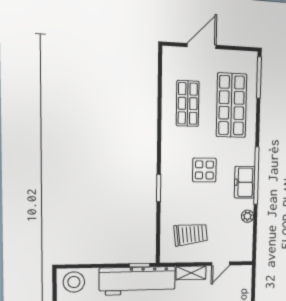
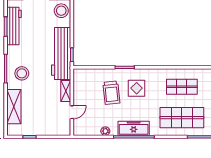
display table: (204, 170) -> (137, 88), moved
freezer: (245, 182) -> (134, 128), width x1.40
trolley: (191, 234) -> (111, 93), moved
door: (221, 264) -> (72, 112), swing flipped

